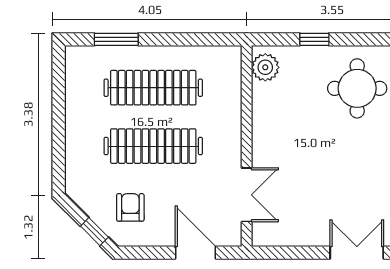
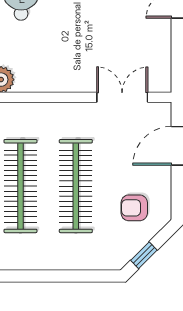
window: (94, 232) -> (144, 255), moved

